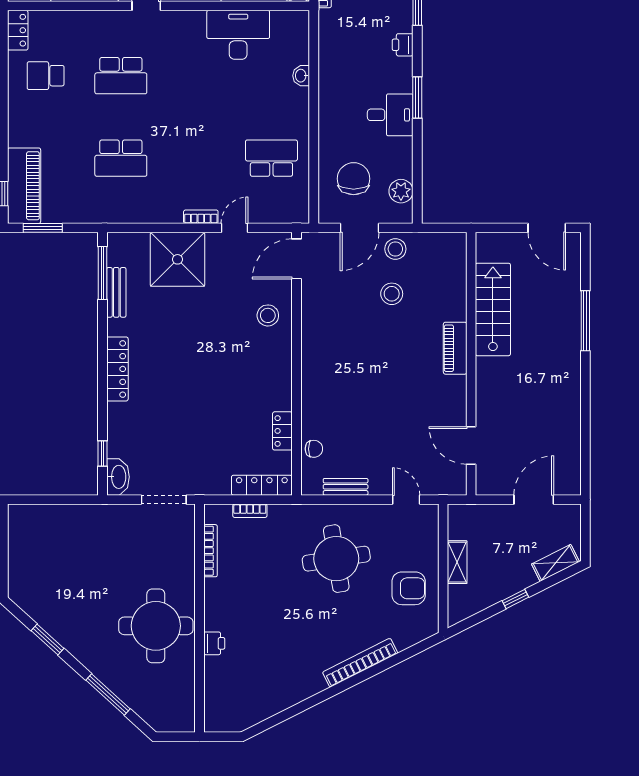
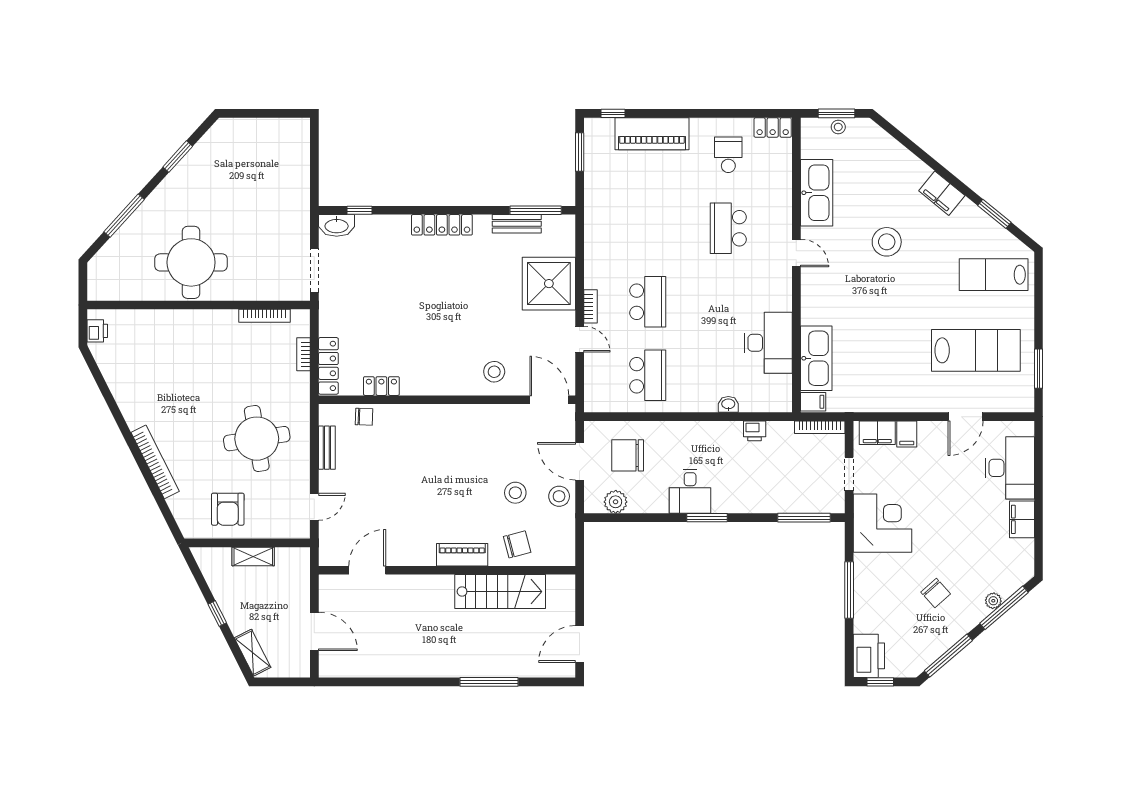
printer: (403, 45) -> (755, 431), moved, turned 180
school desk: (121, 158) -> (648, 302), moved, turned 180
chair: (354, 179) -> (628, 455), turned 180
piano: (24, 186) -> (652, 134), moved
chair: (445, 292) -> (517, 544), added
chair: (314, 449) -> (364, 417), turned -88
printer: (214, 643) -> (97, 331), moved, turned -90

